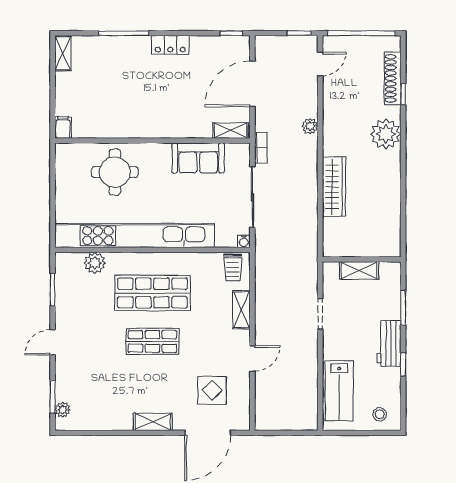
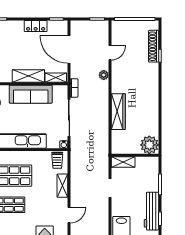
locker: (170, 45) -> (36, 26), moved
door: (320, 64) -> (110, 53), moved
door: (252, 84) -> (69, 49), hinge flipped
shelving: (185, 128) -> (28, 76), added
plant: (386, 134) -> (149, 145), moved
sofa: (198, 158) -> (31, 94), width x1.36
shelving: (359, 270) -> (123, 162), moved
workbench: (389, 343) -> (151, 211), width x1.37

